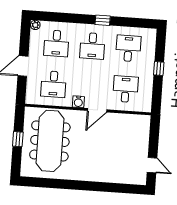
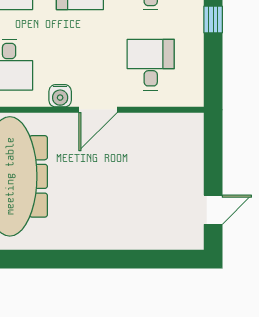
door: (152, 165) -> (213, 210), hinge flipped

